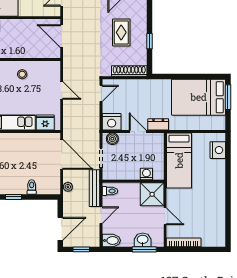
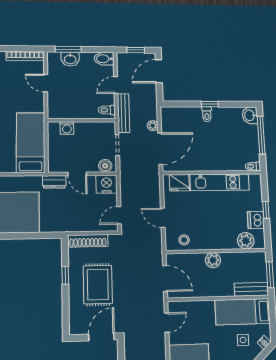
rug: (121, 32) -> (98, 285), width x1.36, depth x1.43
plant: (18, 51) -> (213, 260), added
stool: (22, 74) -> (184, 240), moved
door: (62, 154) -> (160, 149), swing flipped
toilet: (32, 187) -> (207, 114), moved
plant: (68, 187) -> (153, 126), moved
shower: (152, 194) -> (60, 106), removed

